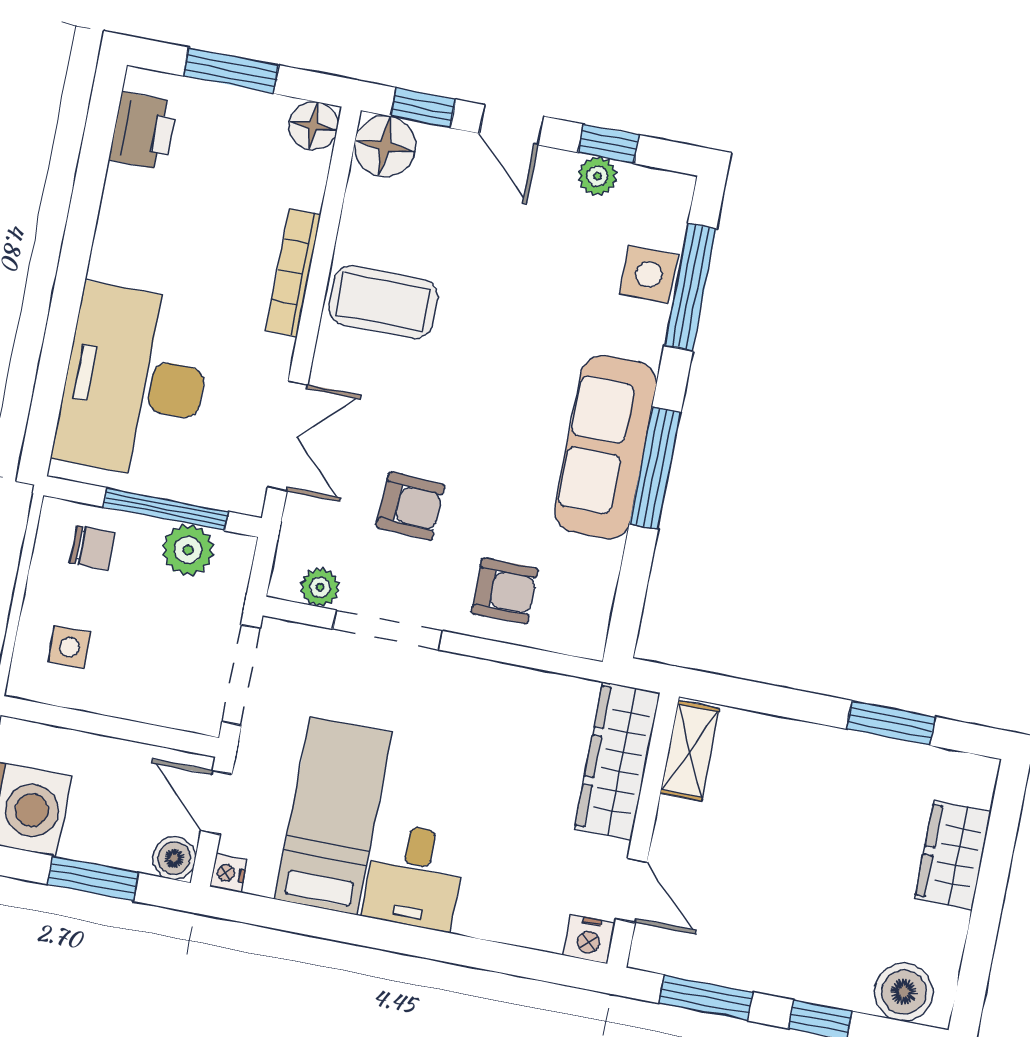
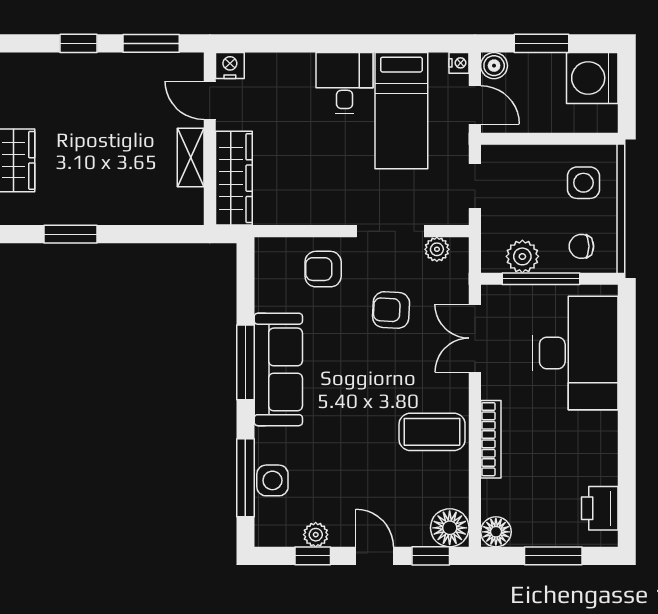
side table: (70, 647) -> (583, 183), width x1.37, depth x1.37
doorway: (241, 675) -> (475, 186), width x0.73
shelving: (690, 751) -> (191, 158), moved
boiler: (904, 992) -> (30, 71), removed

